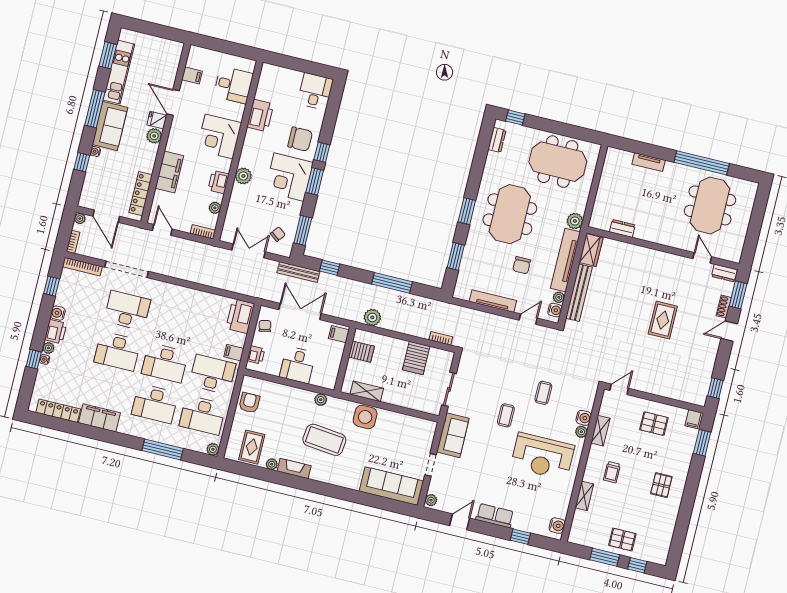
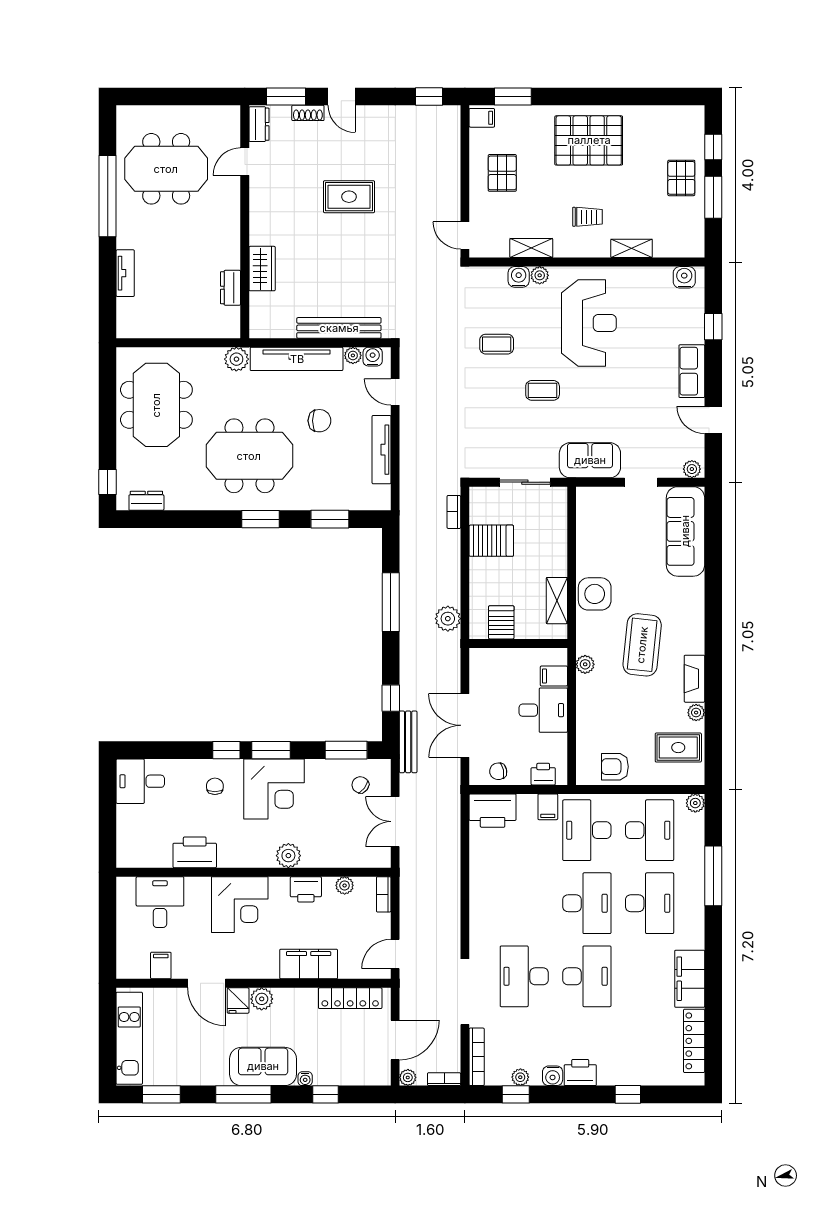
kitchen unit: (119, 72) -> (129, 1038), moved, turned 90
door: (173, 102) -> (207, 983), hinge flipped
chair: (300, 139) -> (215, 786), width x0.54, depth x0.54
wardrobe: (591, 250) -> (262, 269), moved, turned 90
filing cabinet: (339, 334) -> (554, 676), moved, turned 90
plant: (48, 348) -> (520, 1077), moved
water cooler: (45, 359) -> (624, 1079), removed
pallet: (661, 485) -> (589, 140), width x2.05, depth x2.00

